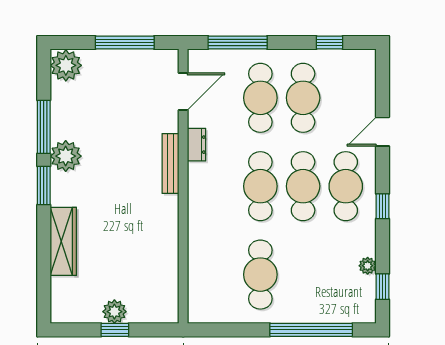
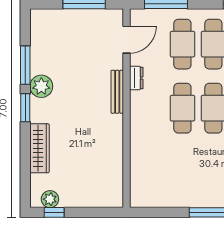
plant: (66, 65) -> (41, 21), removed
cafe table: (260, 275) -> (182, 172), removed
plant: (114, 312) -> (50, 199), moved
window: (115, 330) -> (54, 212), moved

